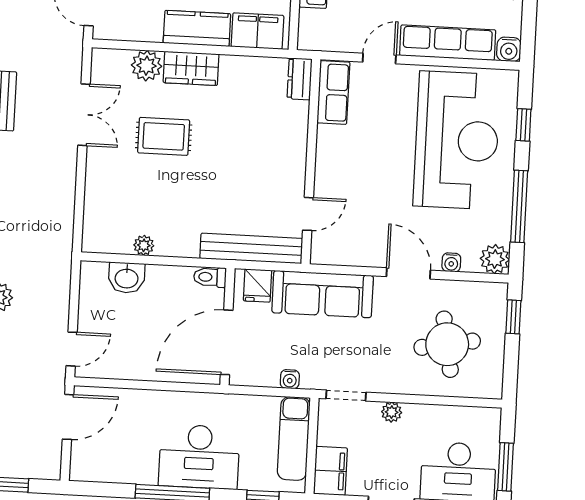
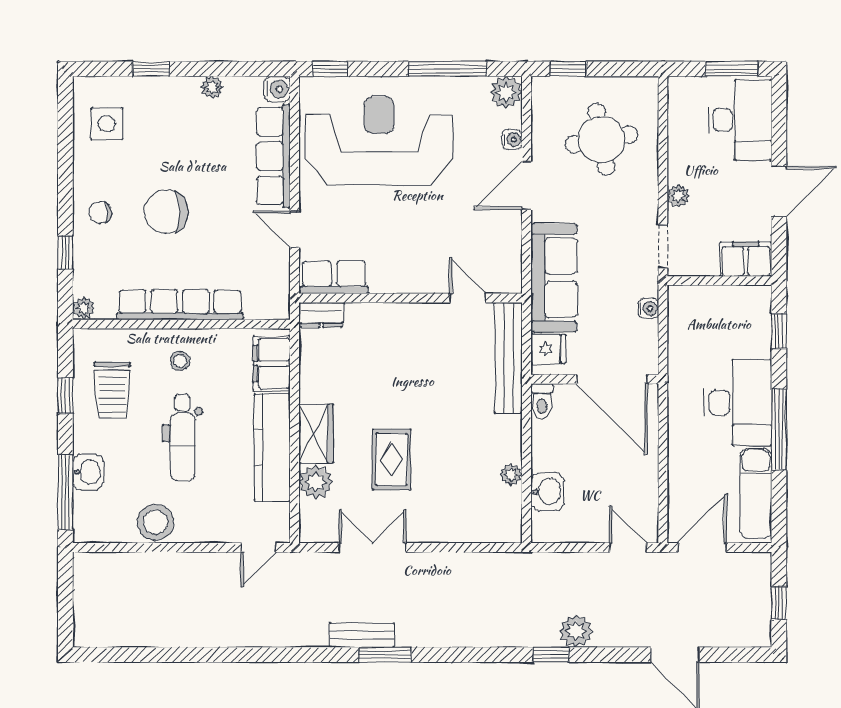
kitchen counter: (197, 28) -> (272, 447), width x1.50
window: (523, 125) -> (330, 69), moved
door: (68, 417) -> (702, 547), hinge flipped
exam couch: (294, 438) -> (756, 493), moved, turned 90

